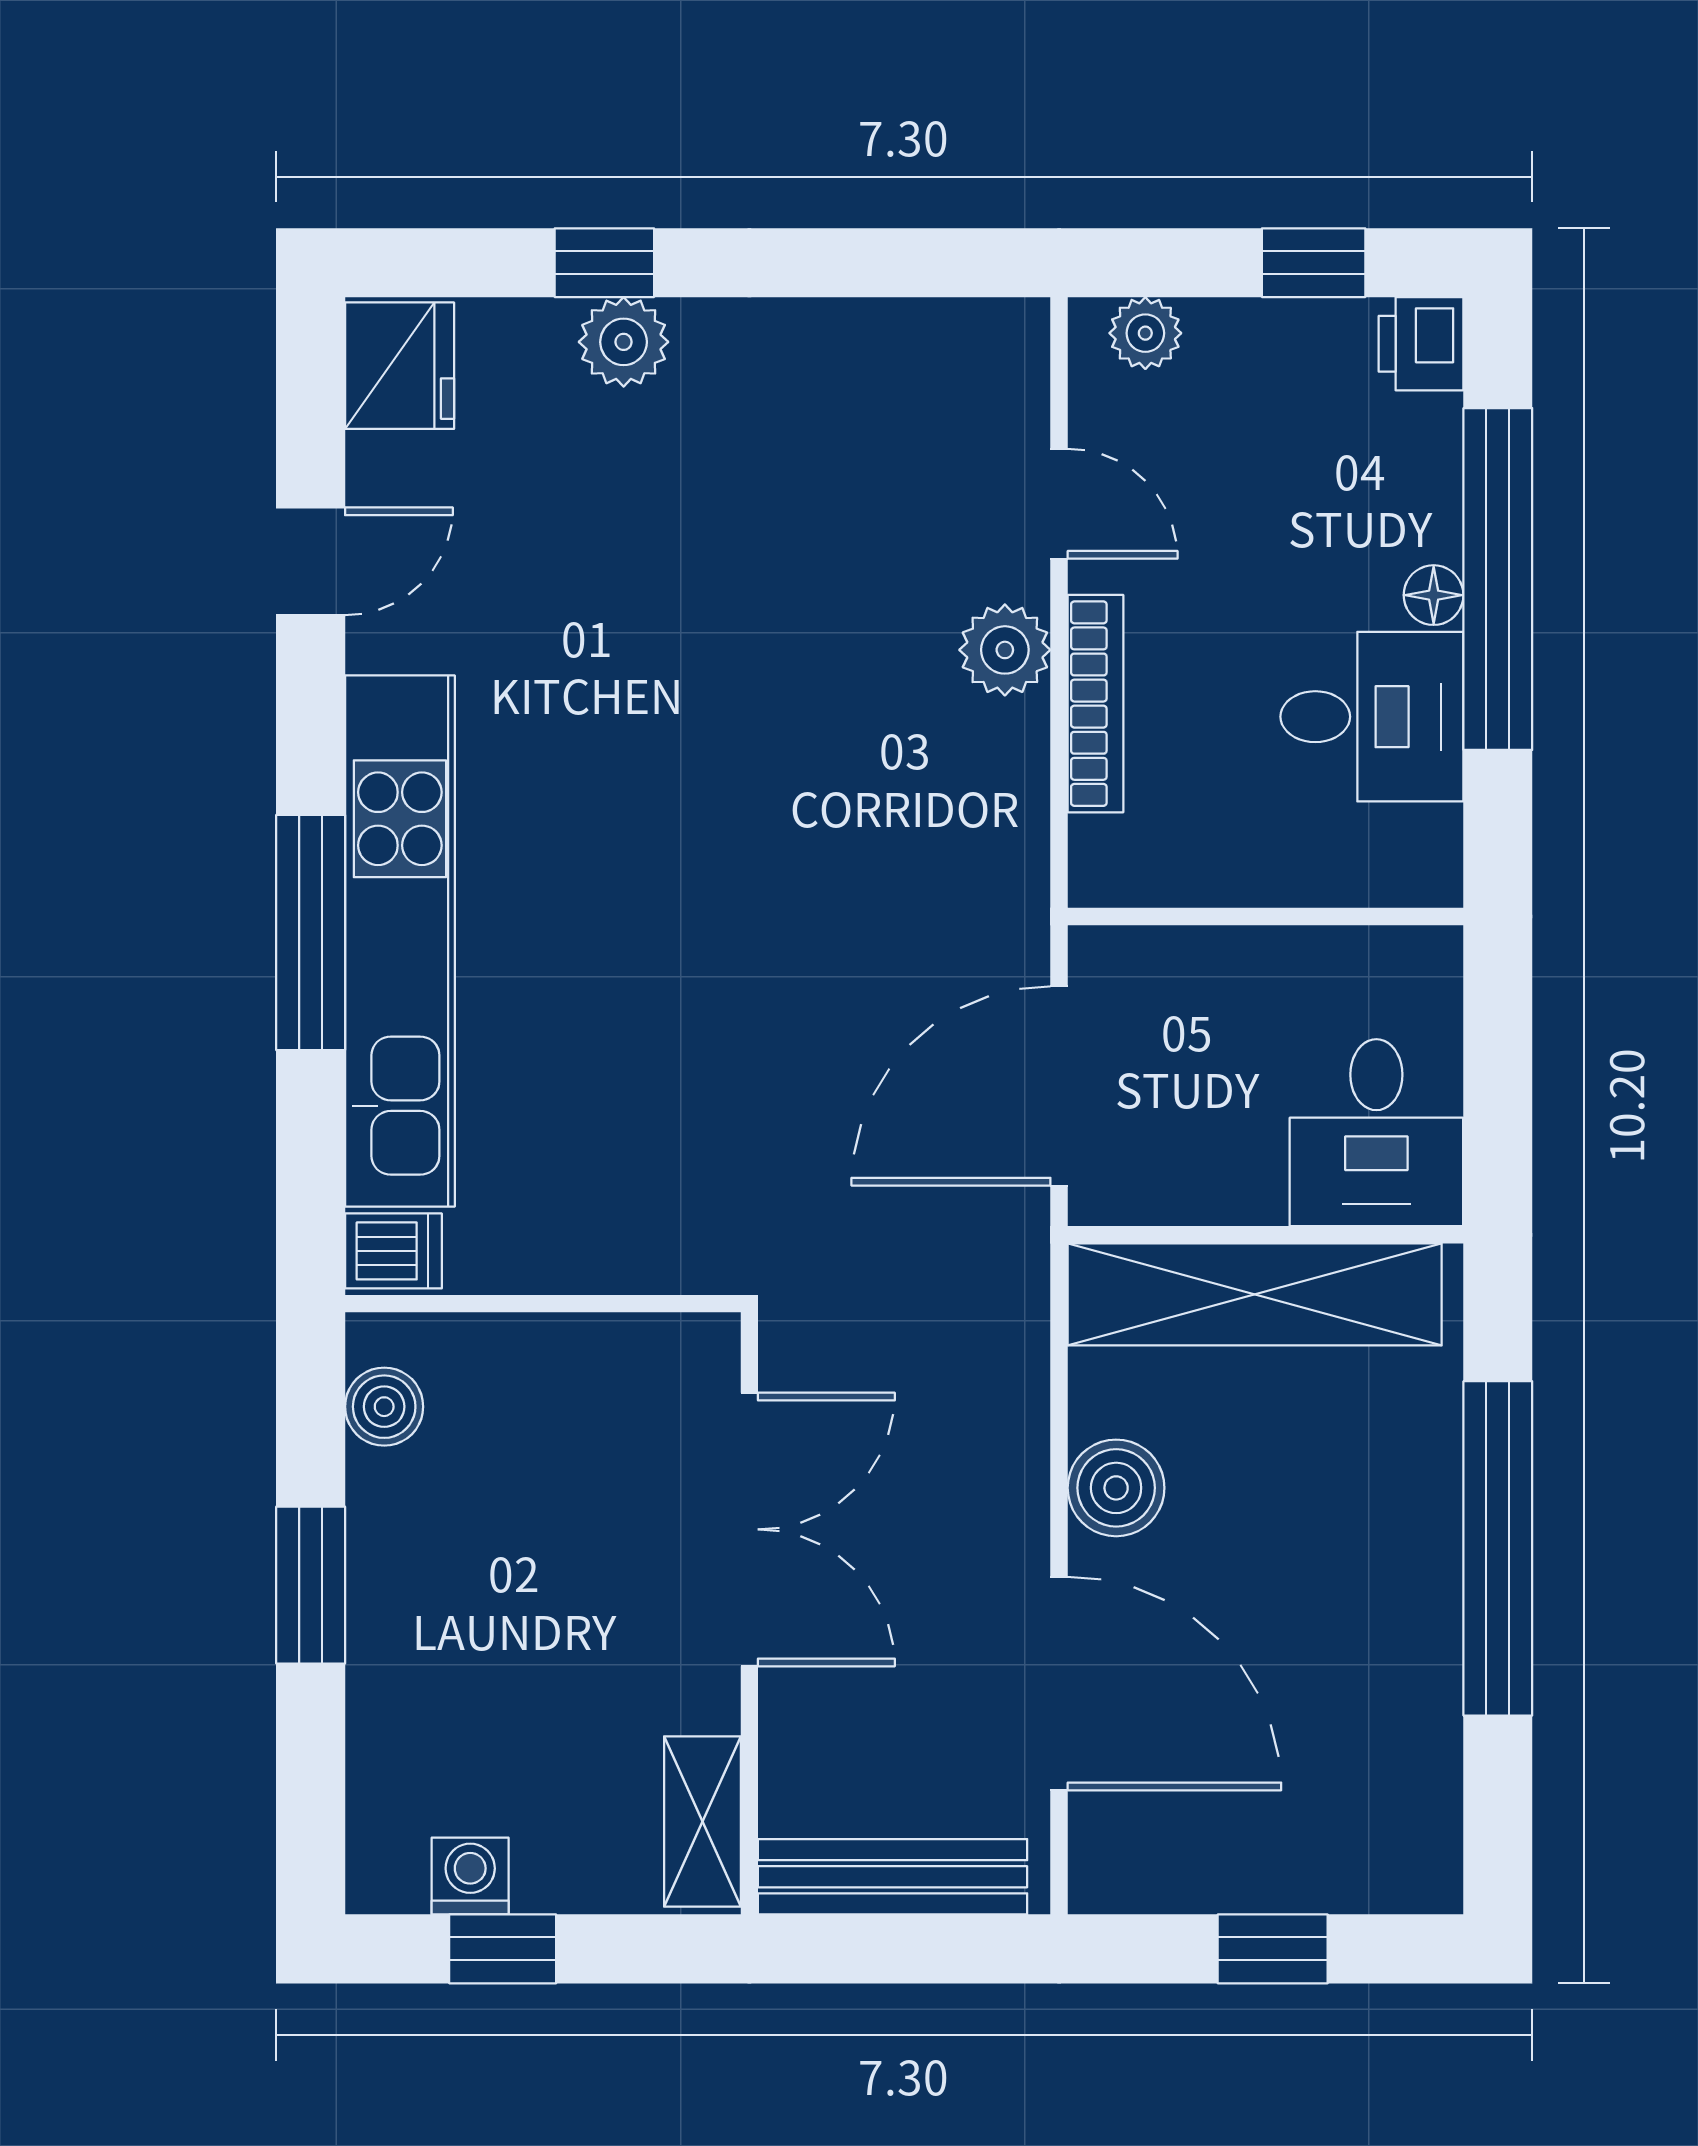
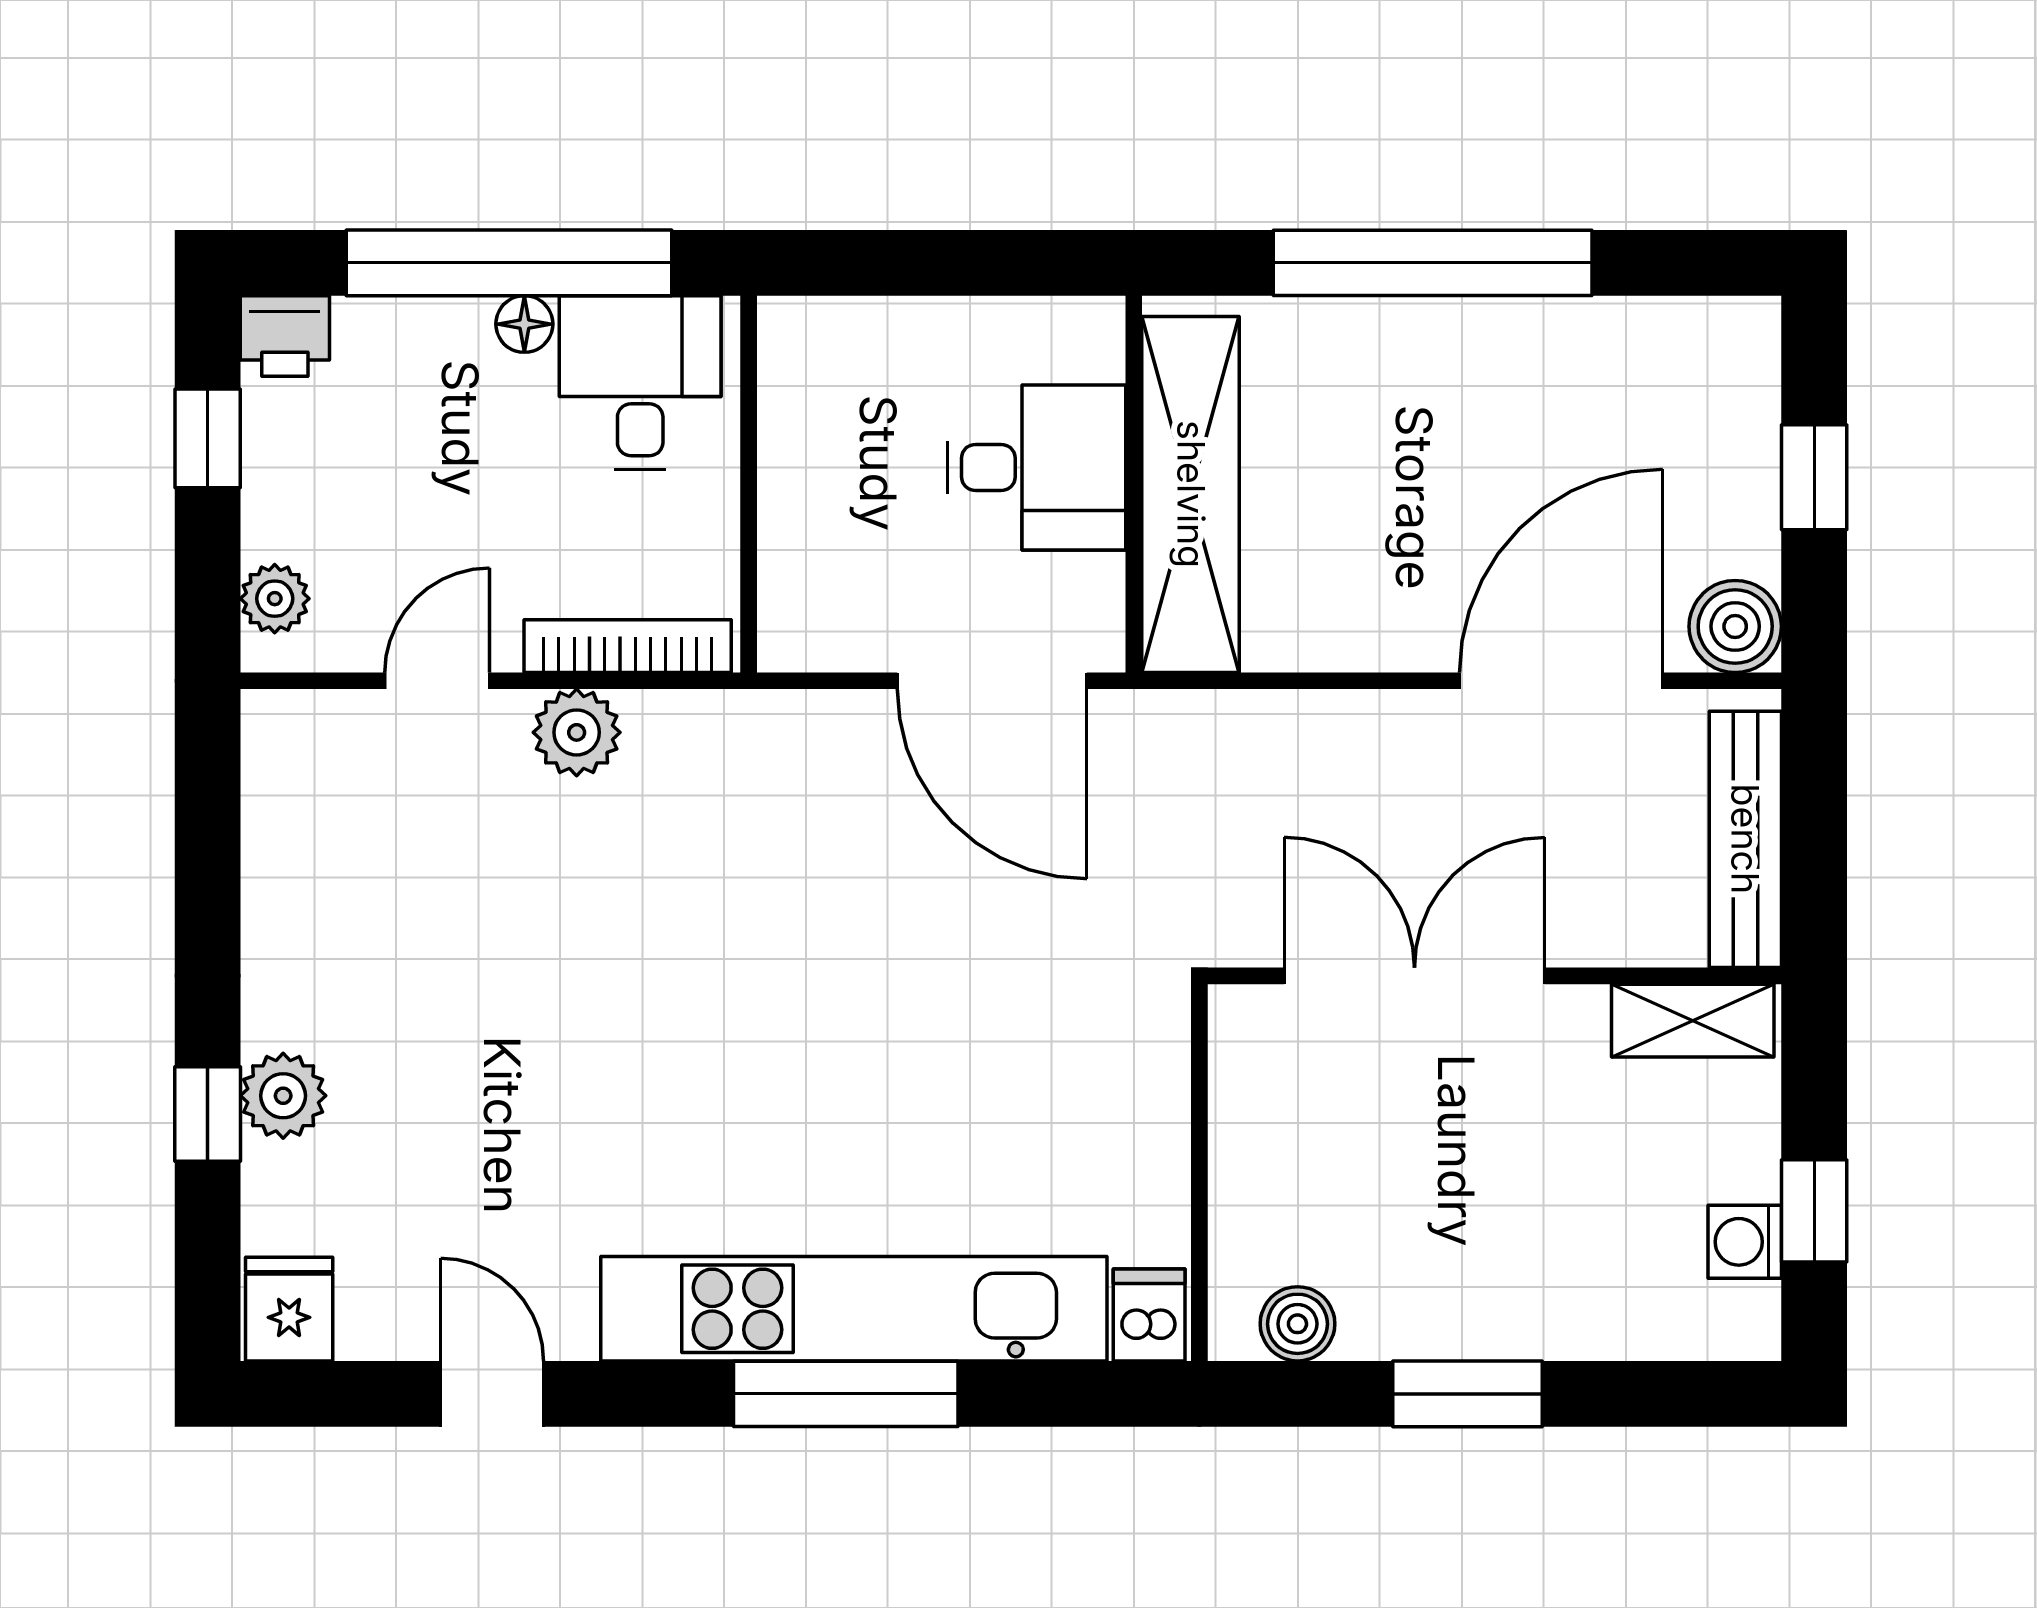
fridge: (400, 366) -> (289, 1309), width x0.72
wall: (1266, 917) -> (749, 484), moved
desk: (1376, 1133) -> (1036, 467), moved
boiler: (1116, 1488) -> (1735, 626), moved

